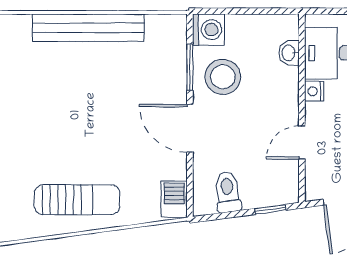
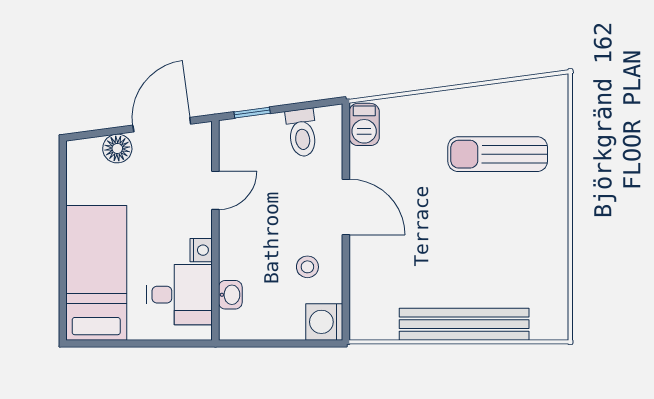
window: (190, 67) -> (346, 278), removed
stool: (223, 77) -> (307, 267), width x0.53, depth x0.53
sun lounger: (77, 200) -> (498, 154), moved

